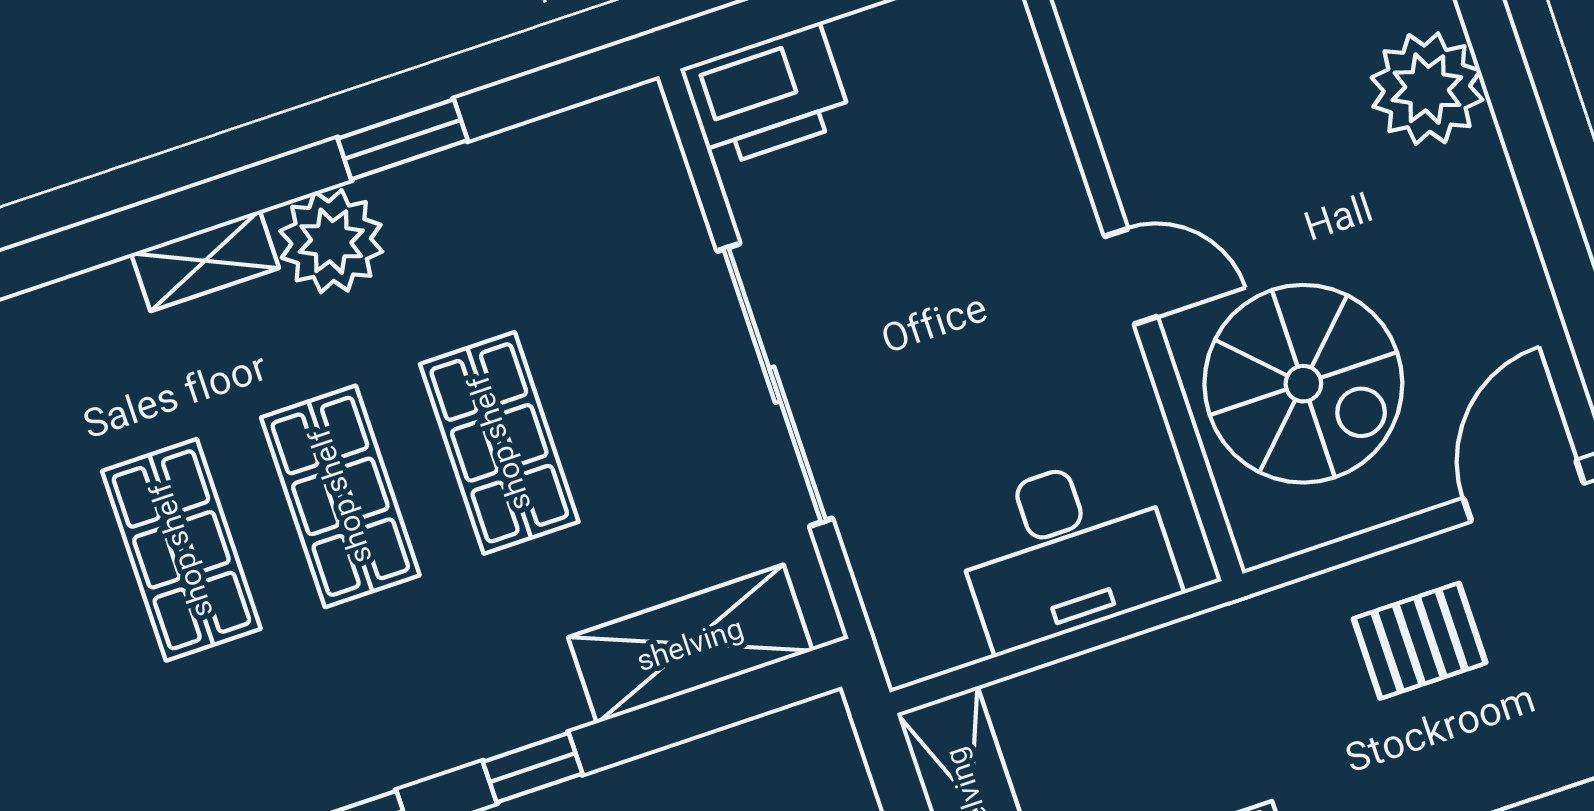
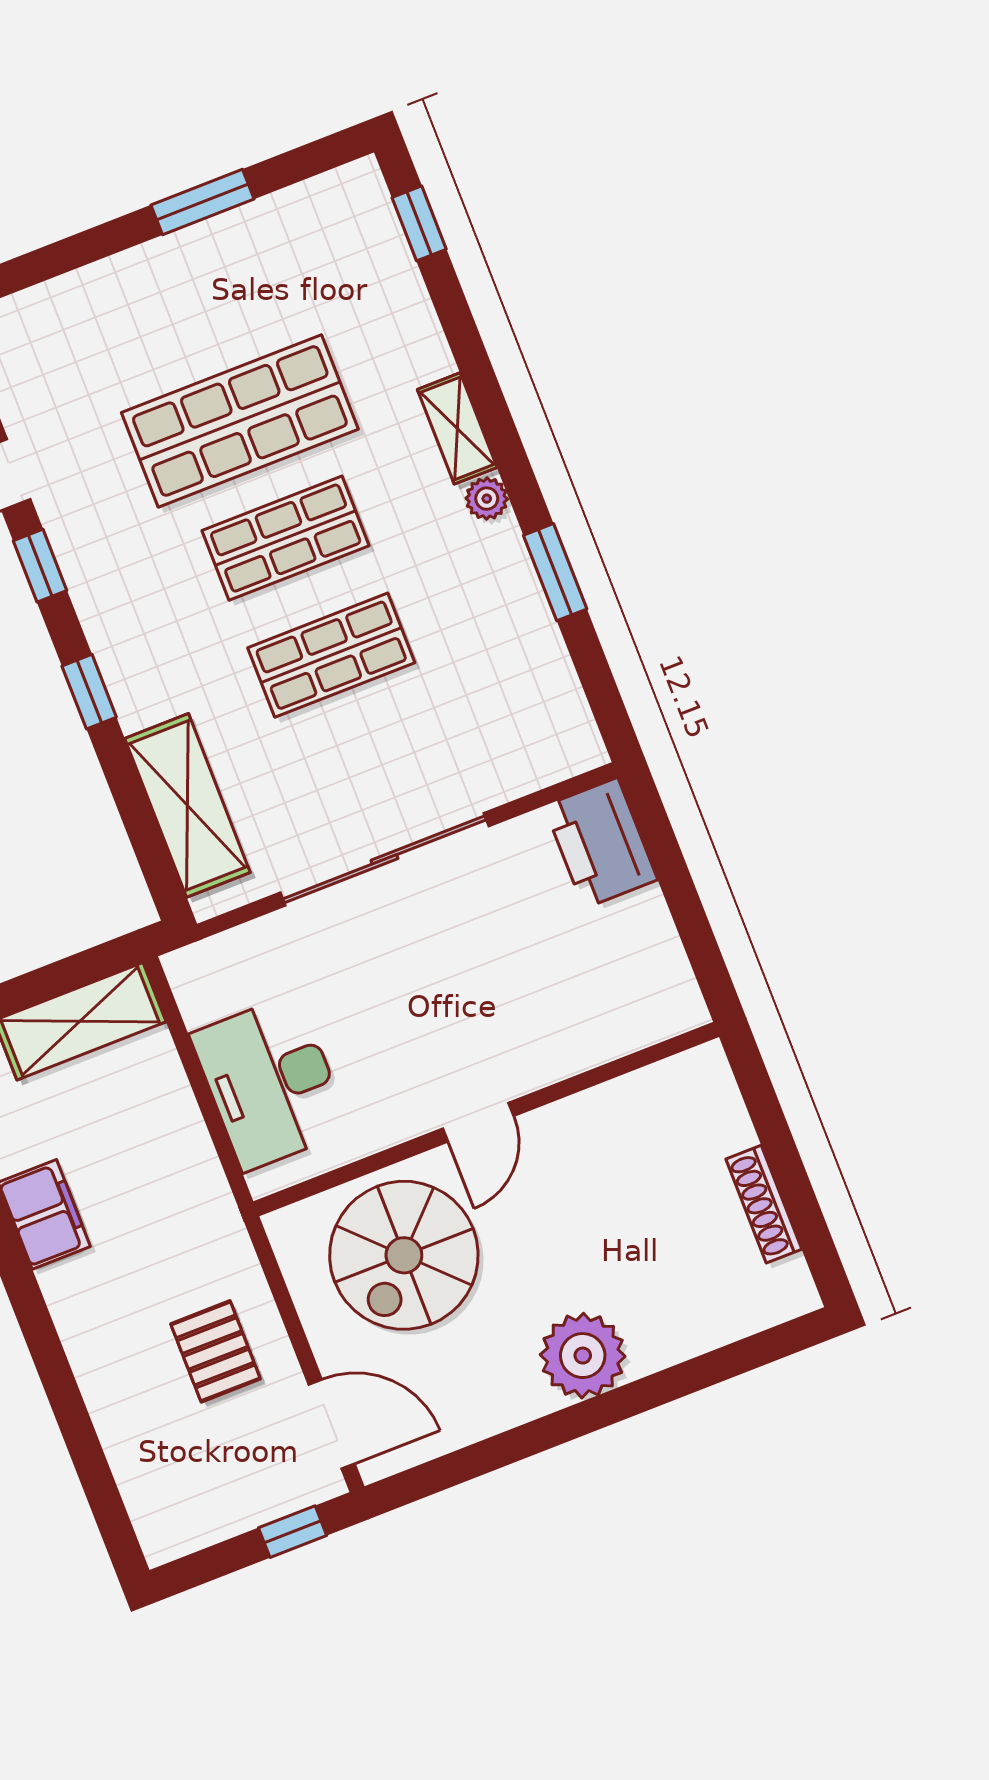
plant: (1427, 89) -> (583, 1356), moved
plant: (331, 241) -> (487, 499), width x0.53, depth x0.53
shop shelf: (181, 550) -> (240, 421), width x1.43, depth x1.36

